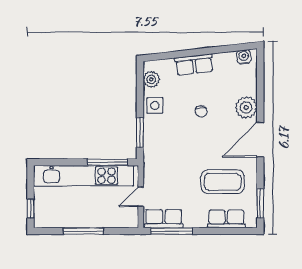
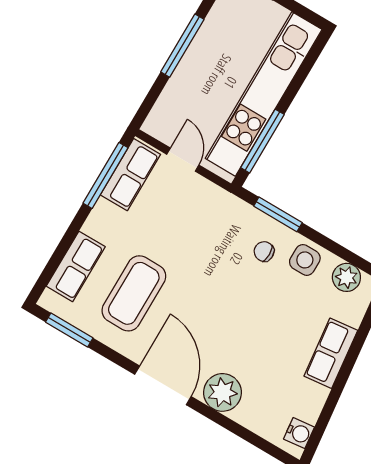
chair: (201, 111) -> (264, 252), moved

